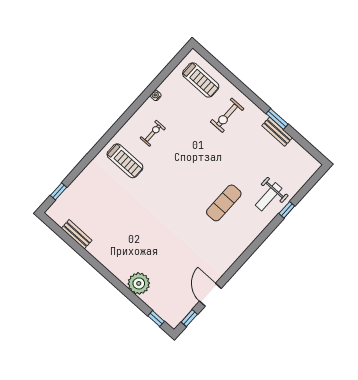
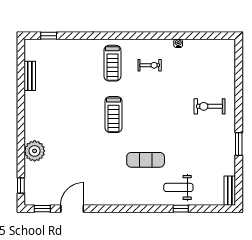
treadmill: (201, 80) -> (113, 115), moved
bench: (277, 132) -> (230, 191), moved

